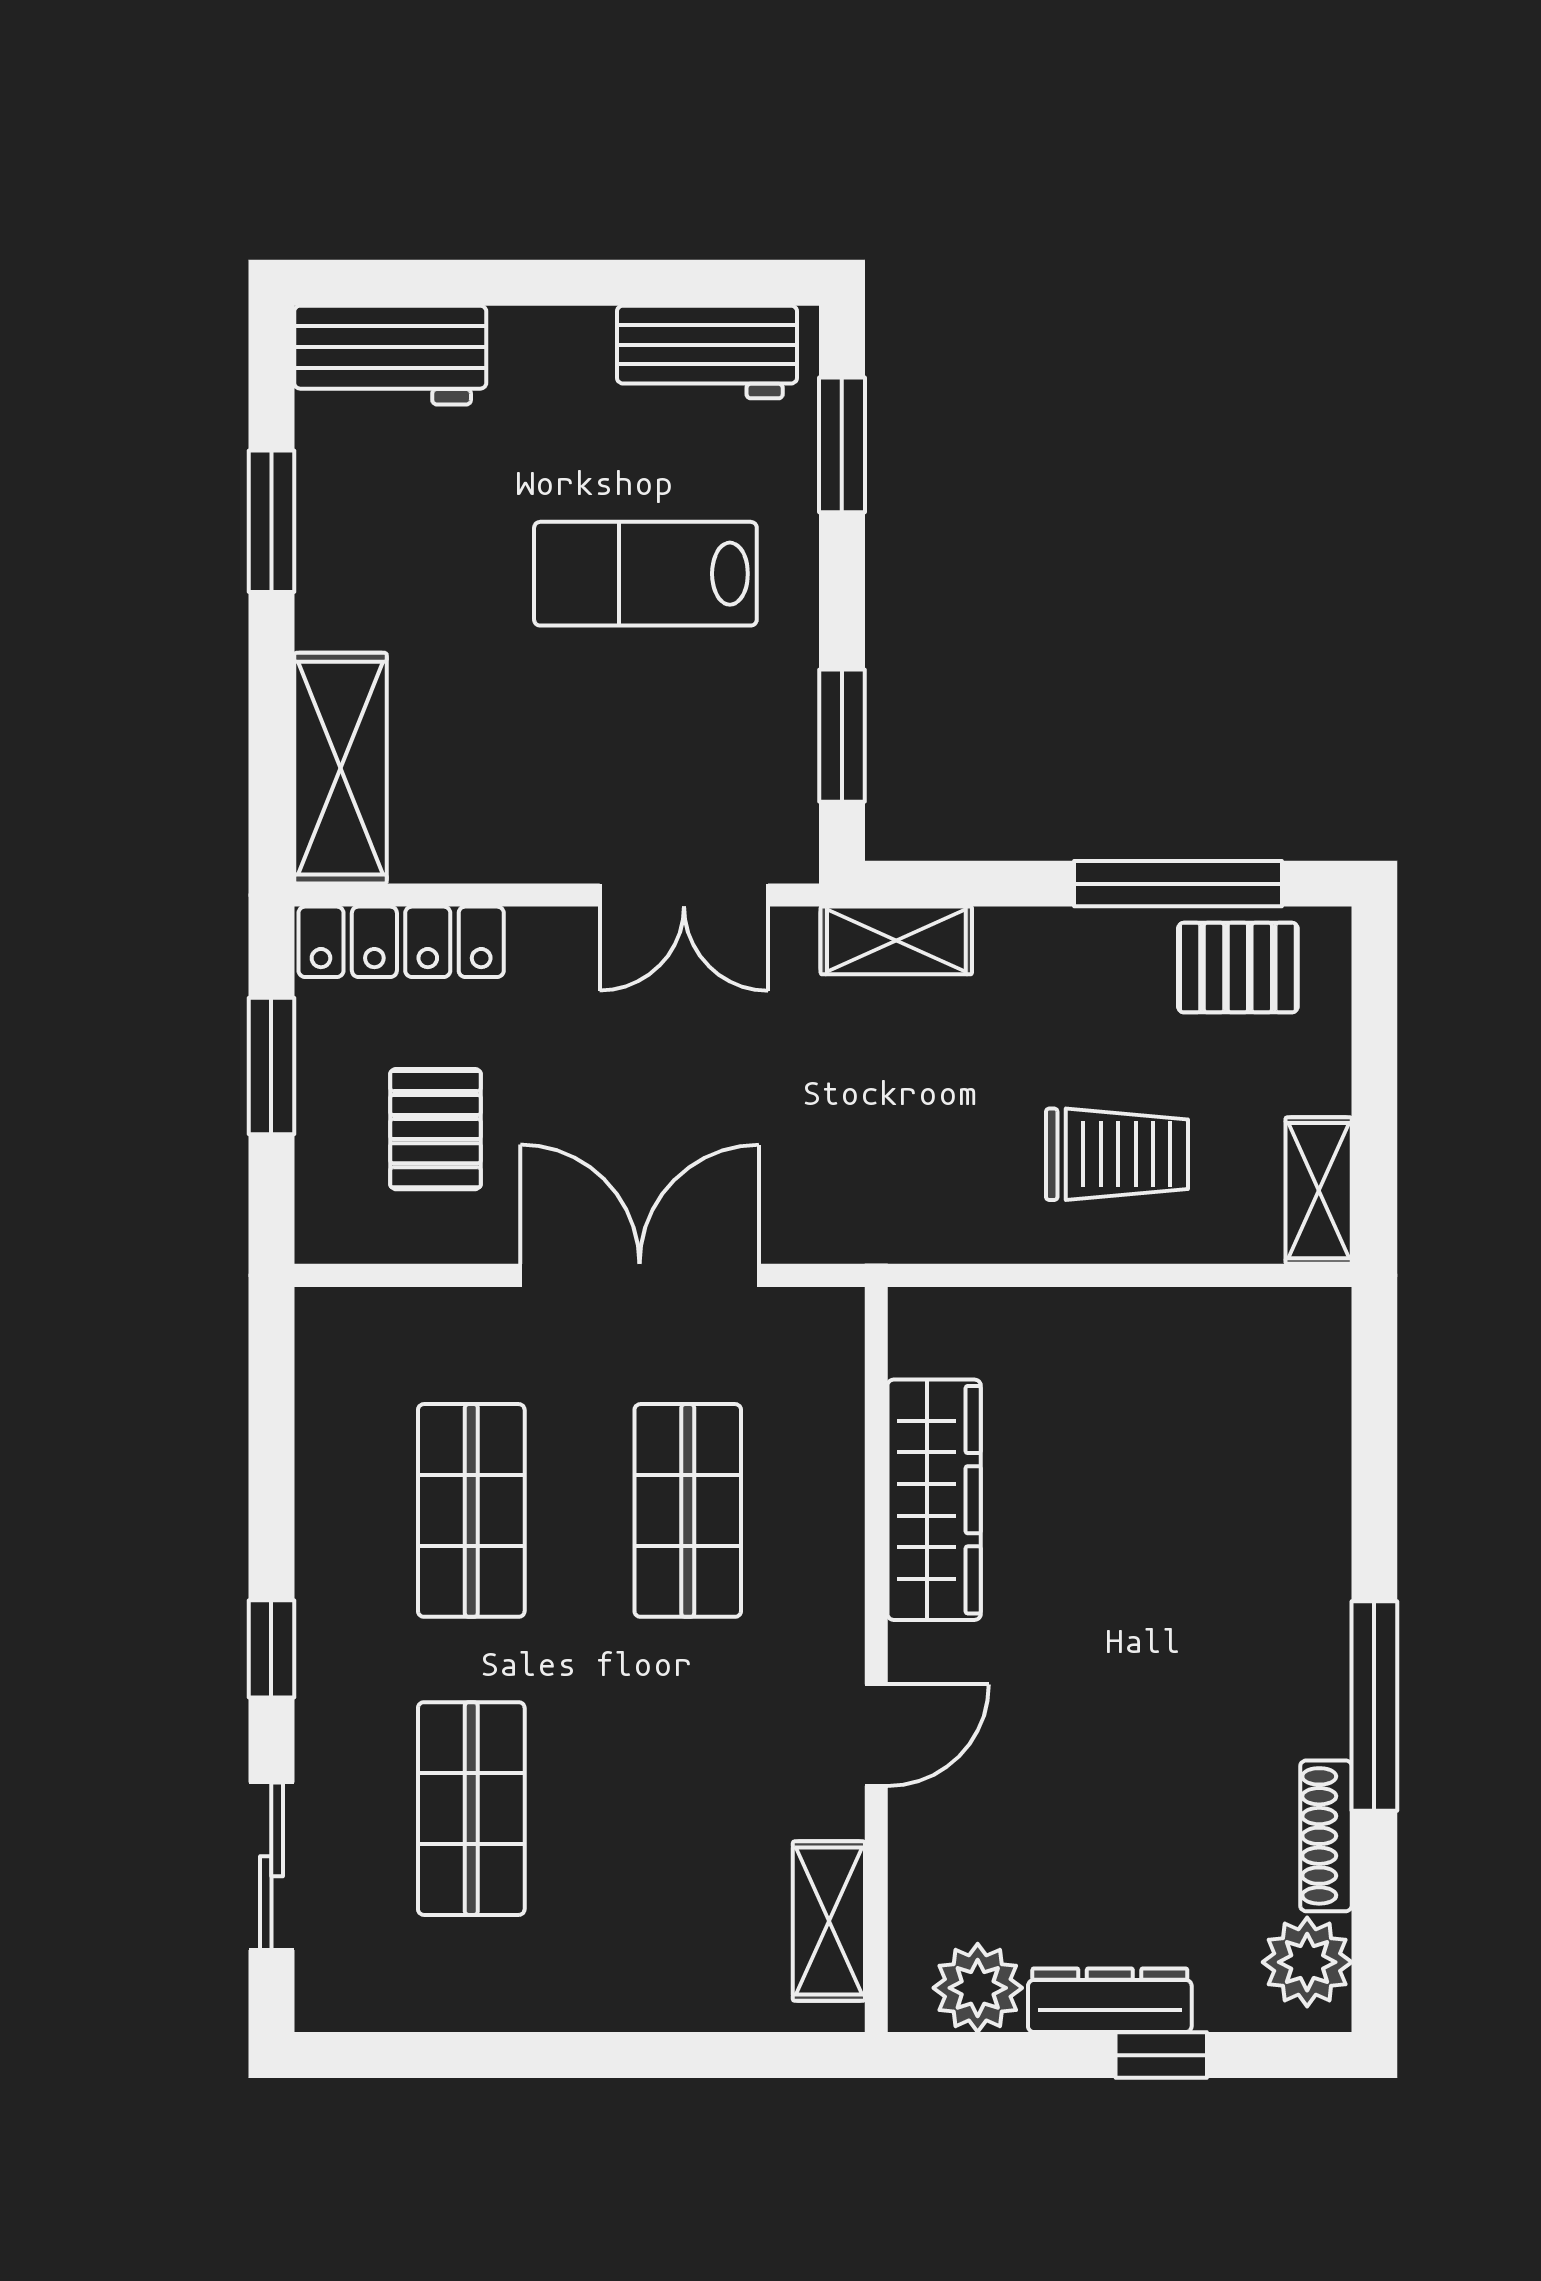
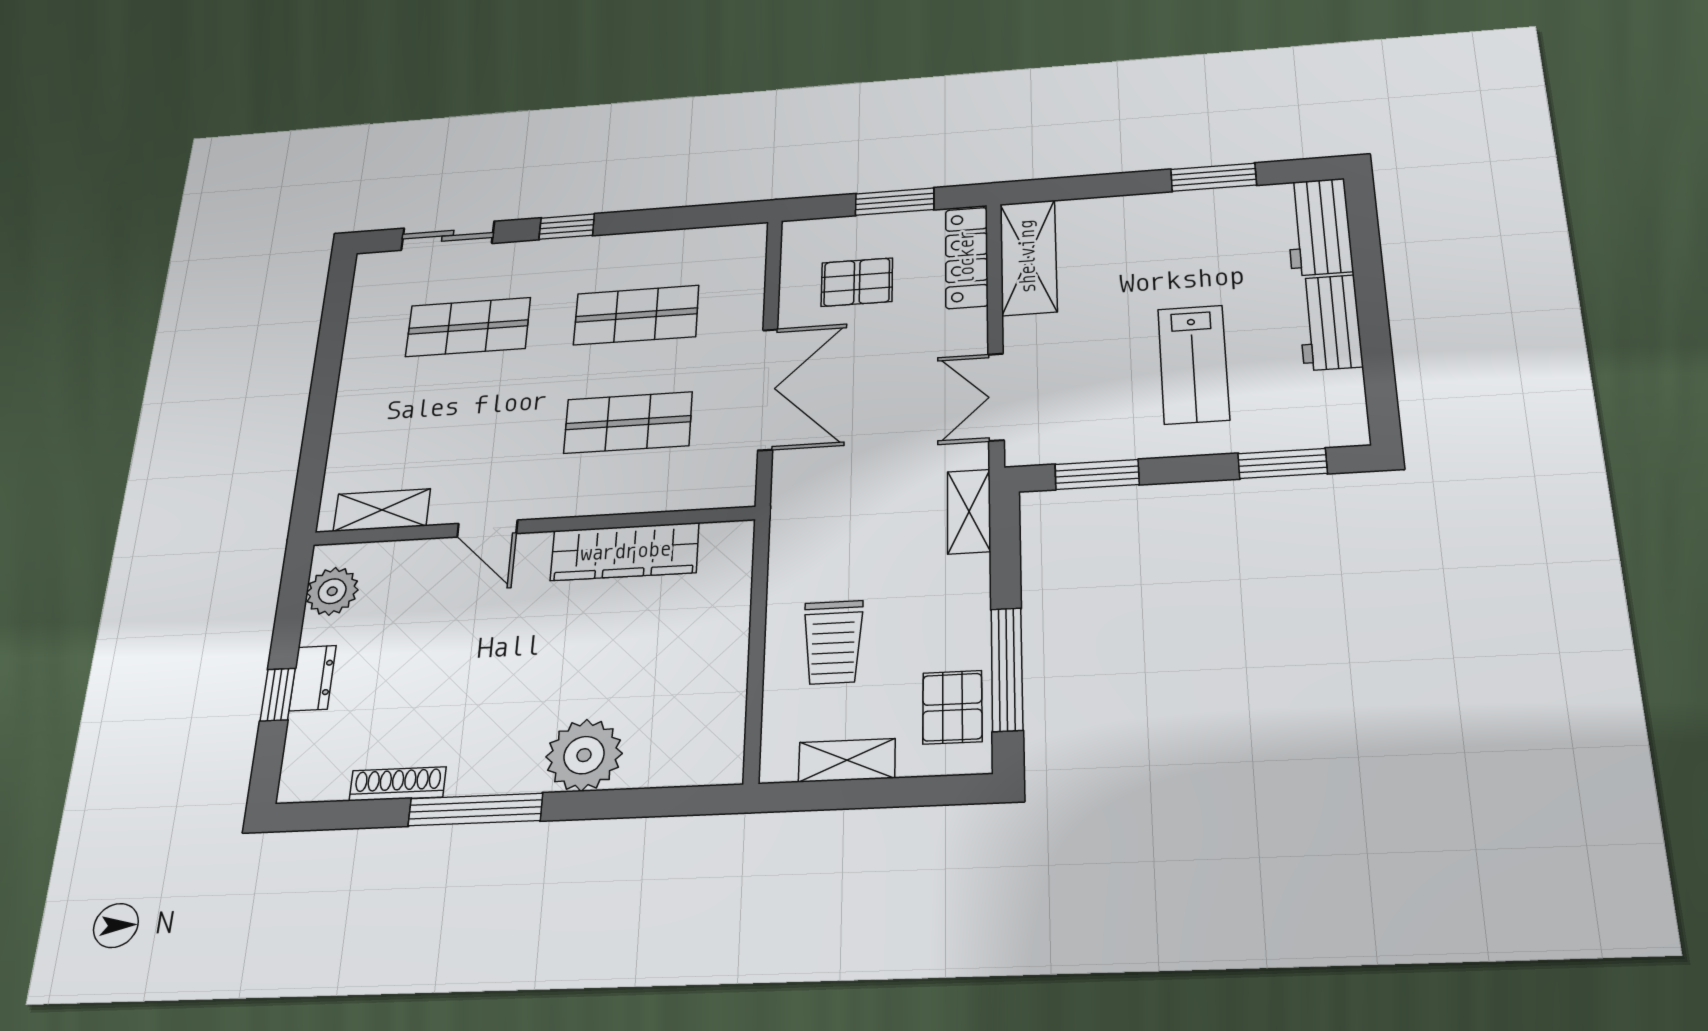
workbench: (707, 352) -> (1330, 322), moved
lab bench: (645, 574) -> (1193, 364), turned 180
shelving: (340, 768) -> (1028, 257), moved, turned 90
shelving: (1319, 1191) -> (847, 760), moved
plant: (1307, 1962) -> (584, 755), moved, width x1.36, depth x1.36
dresser: (1110, 2000) -> (313, 678), width x0.70

